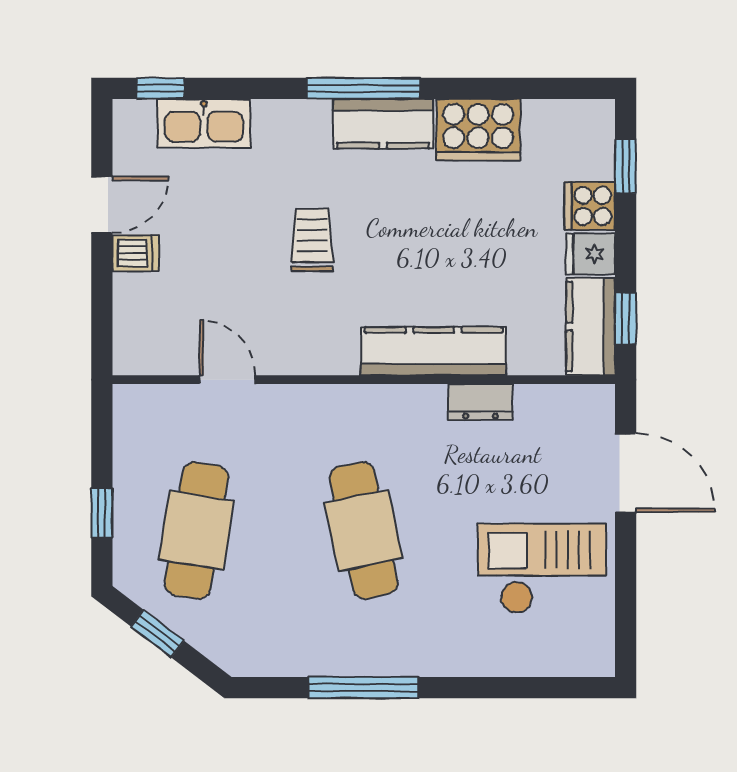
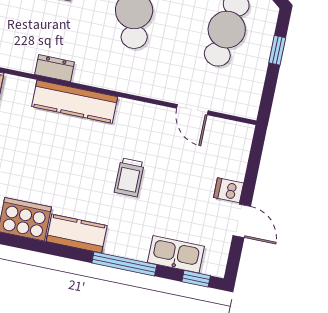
window: (363, 88) -> (124, 264), moved
door: (102, 205) -> (242, 221), swing flipped

